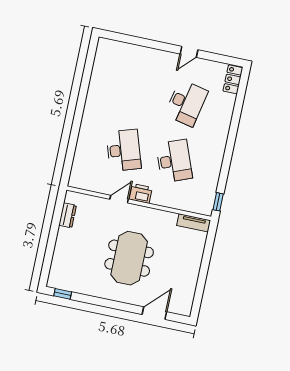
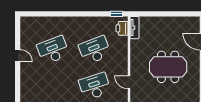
locker: (233, 79) -> (30, 21), removed
desk: (186, 103) -> (53, 50), turned -33
printer: (141, 193) -> (122, 28), moved

